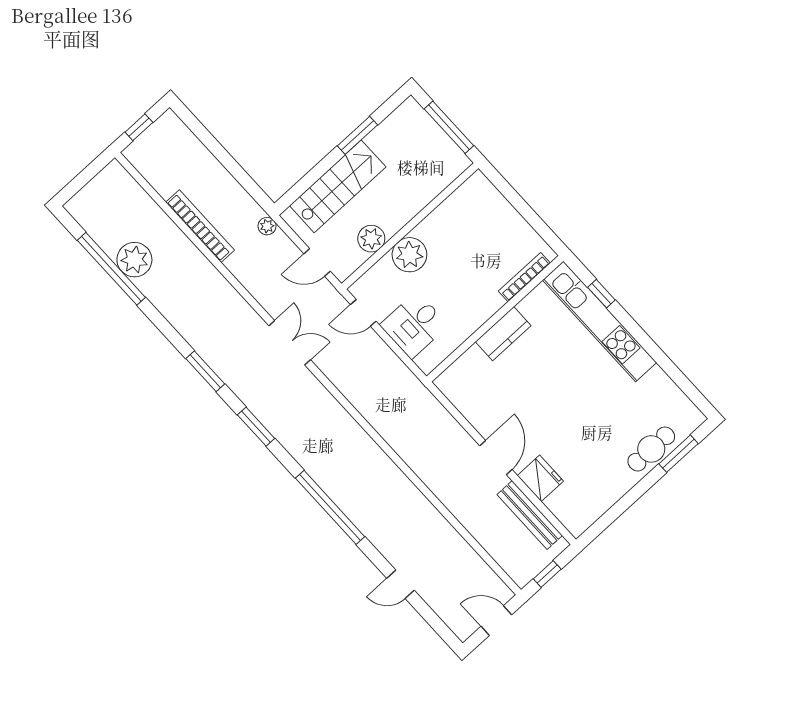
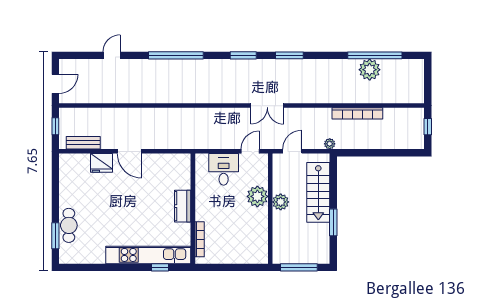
plant: (371, 239) -> (281, 202), moved
bench: (530, 515) -> (83, 143), width x0.73

